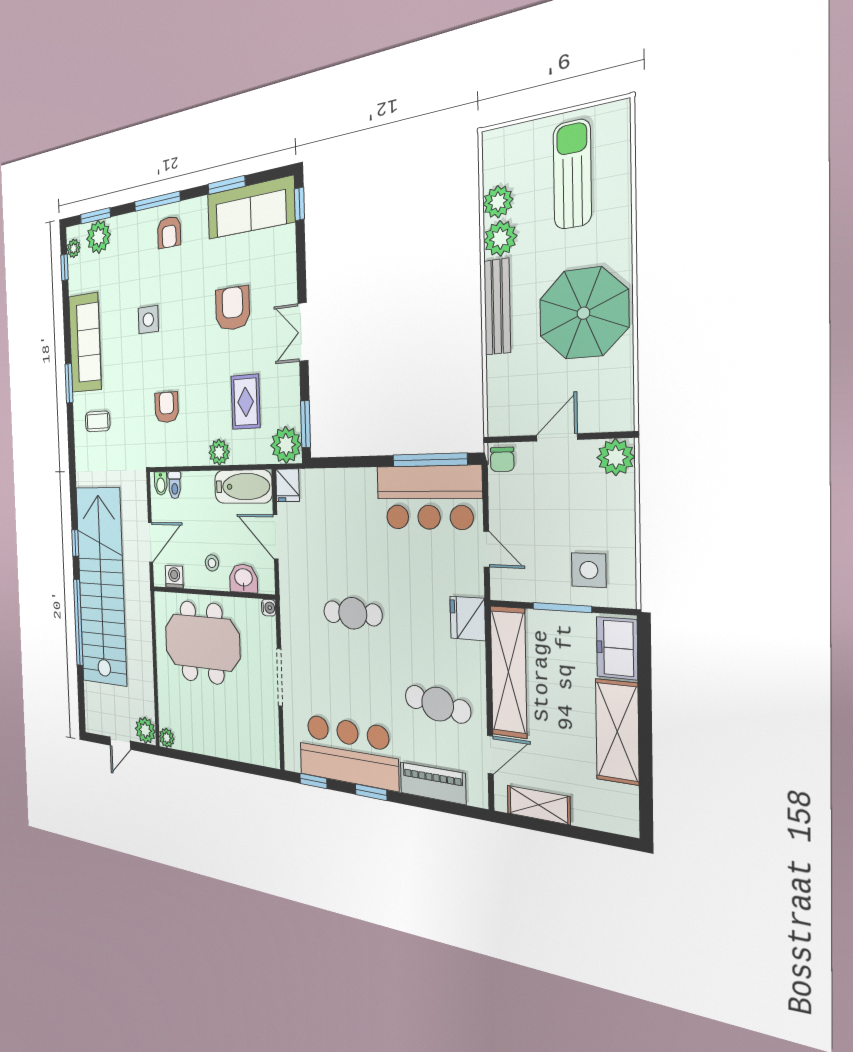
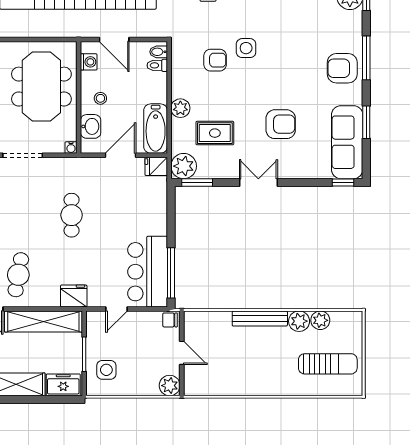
armchair: (169, 232) -> (342, 68), width x1.38, depth x1.38
parasol: (583, 313) -> (250, 369), removed
side table: (148, 320) -> (246, 48), moved

